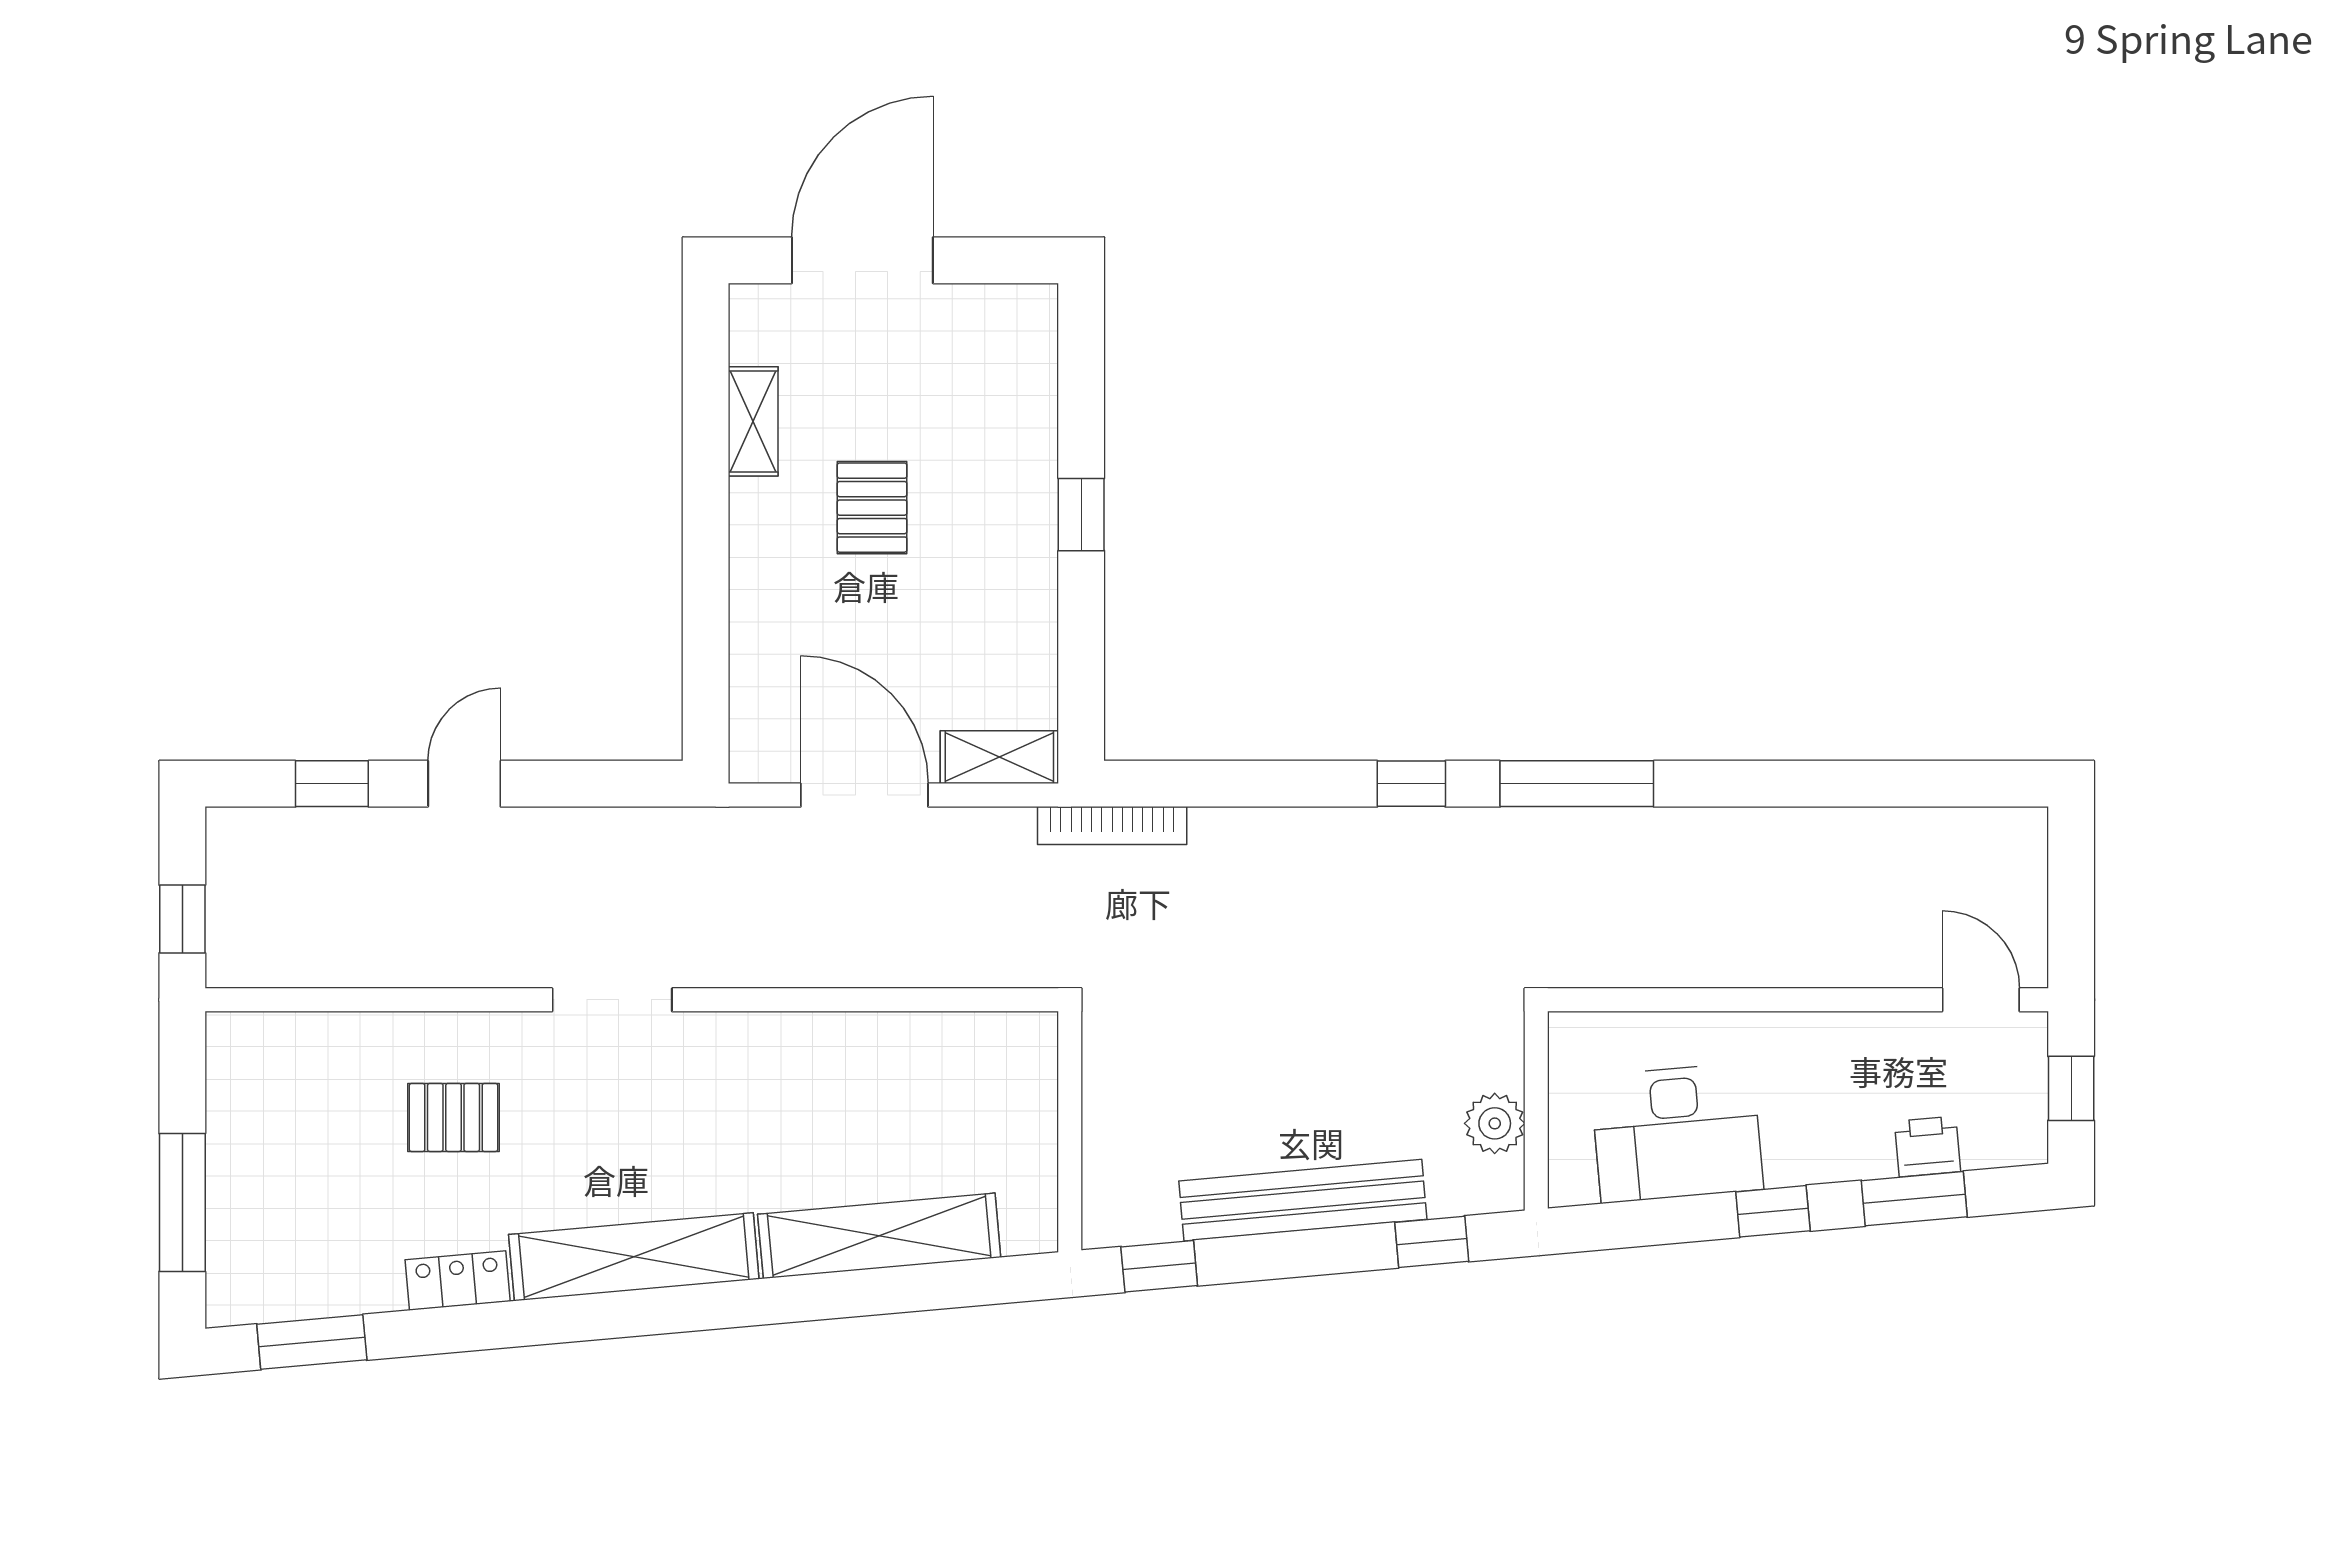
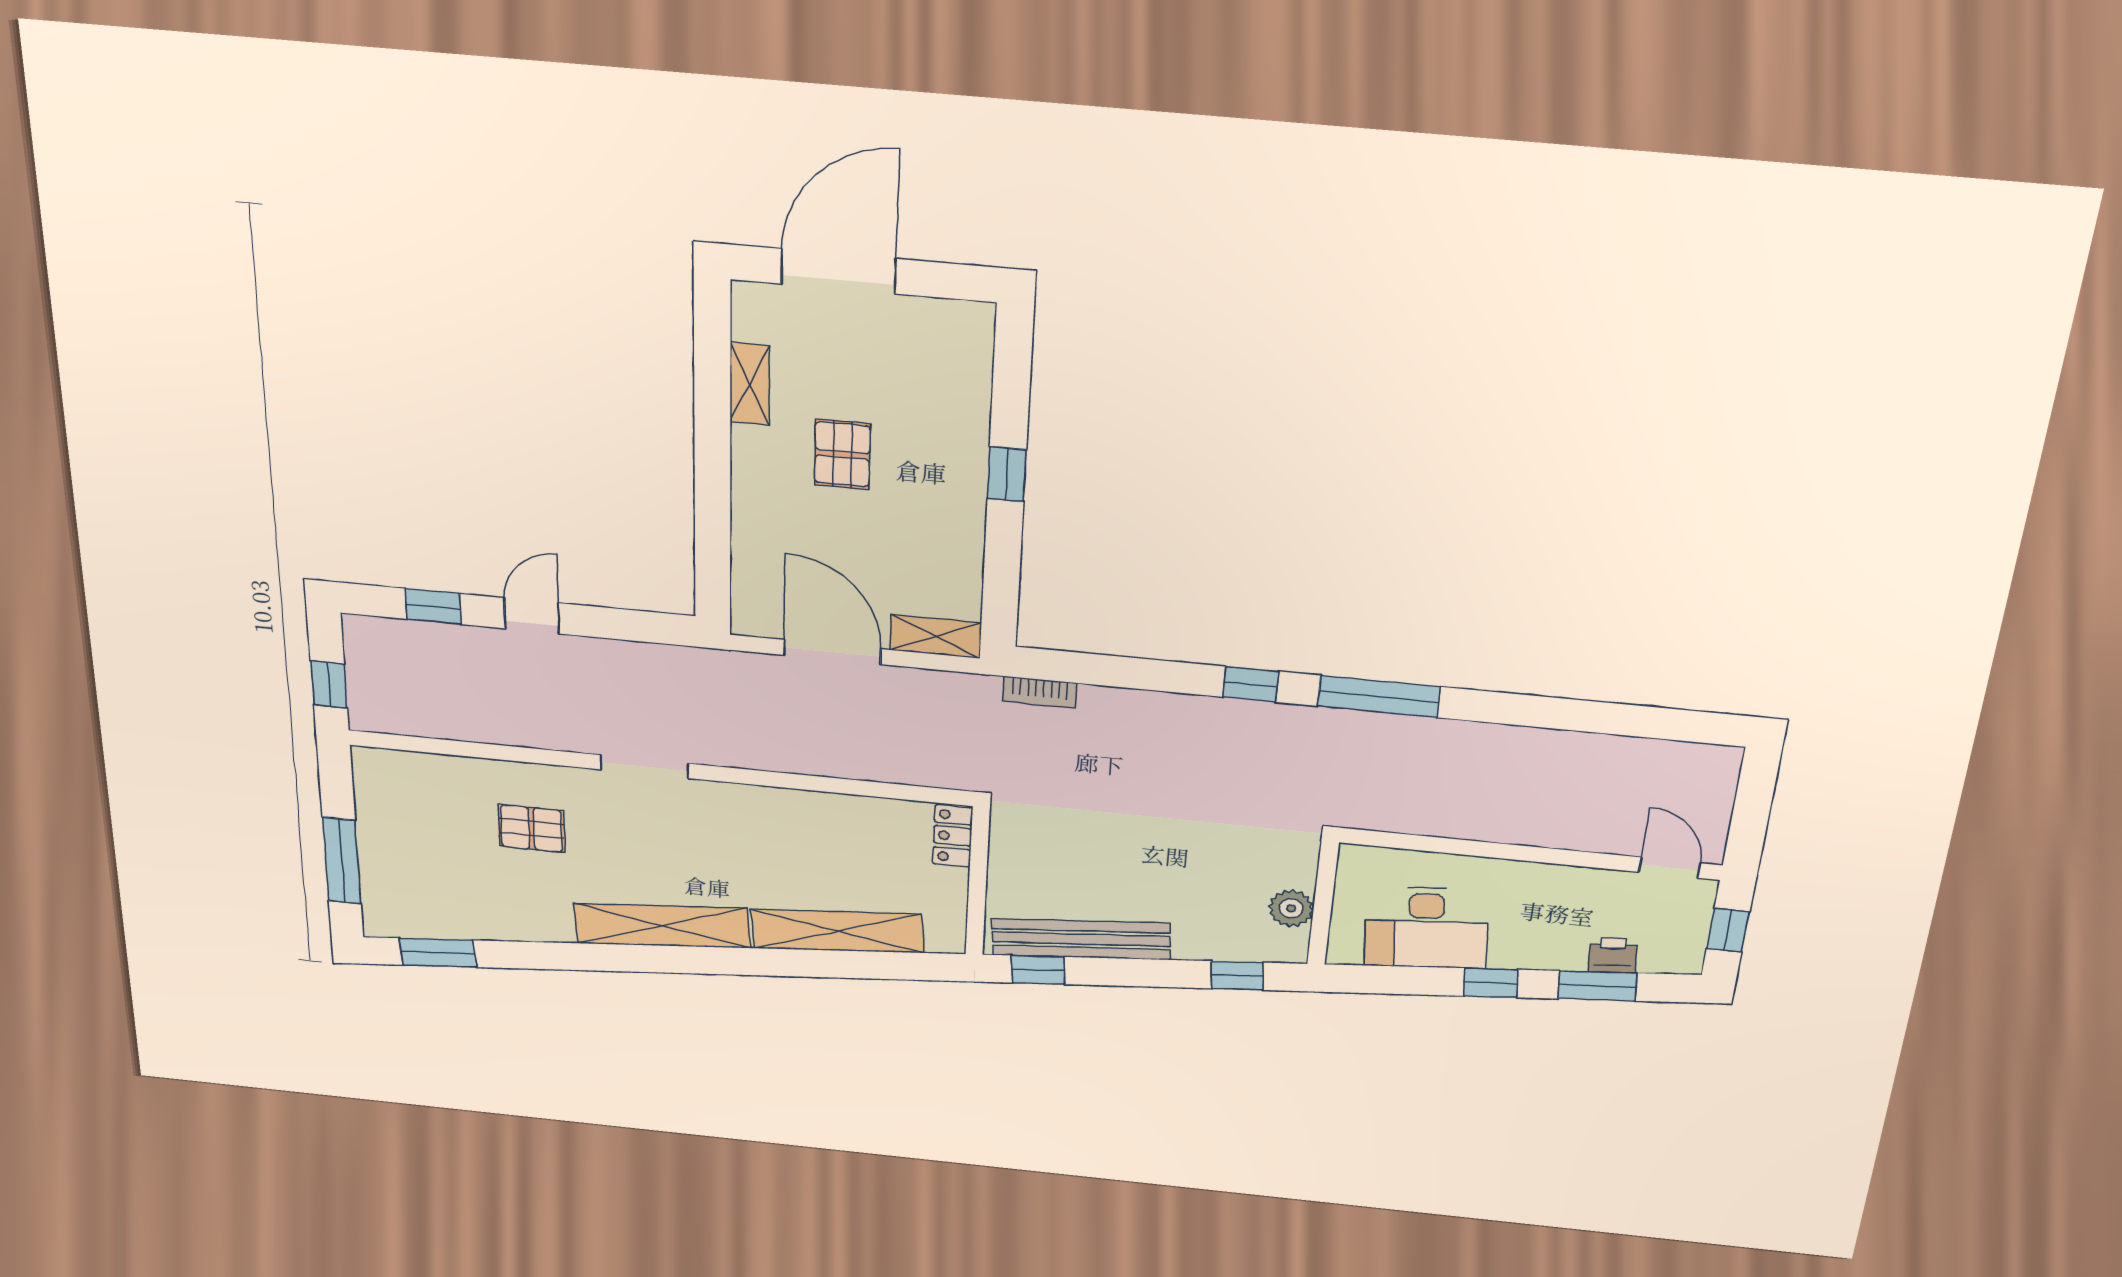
bookcase: (1112, 826) -> (1040, 692), width x0.64
bench: (1303, 1200) -> (1081, 939), moved
locker: (458, 1281) -> (953, 836), moved, turned -85

